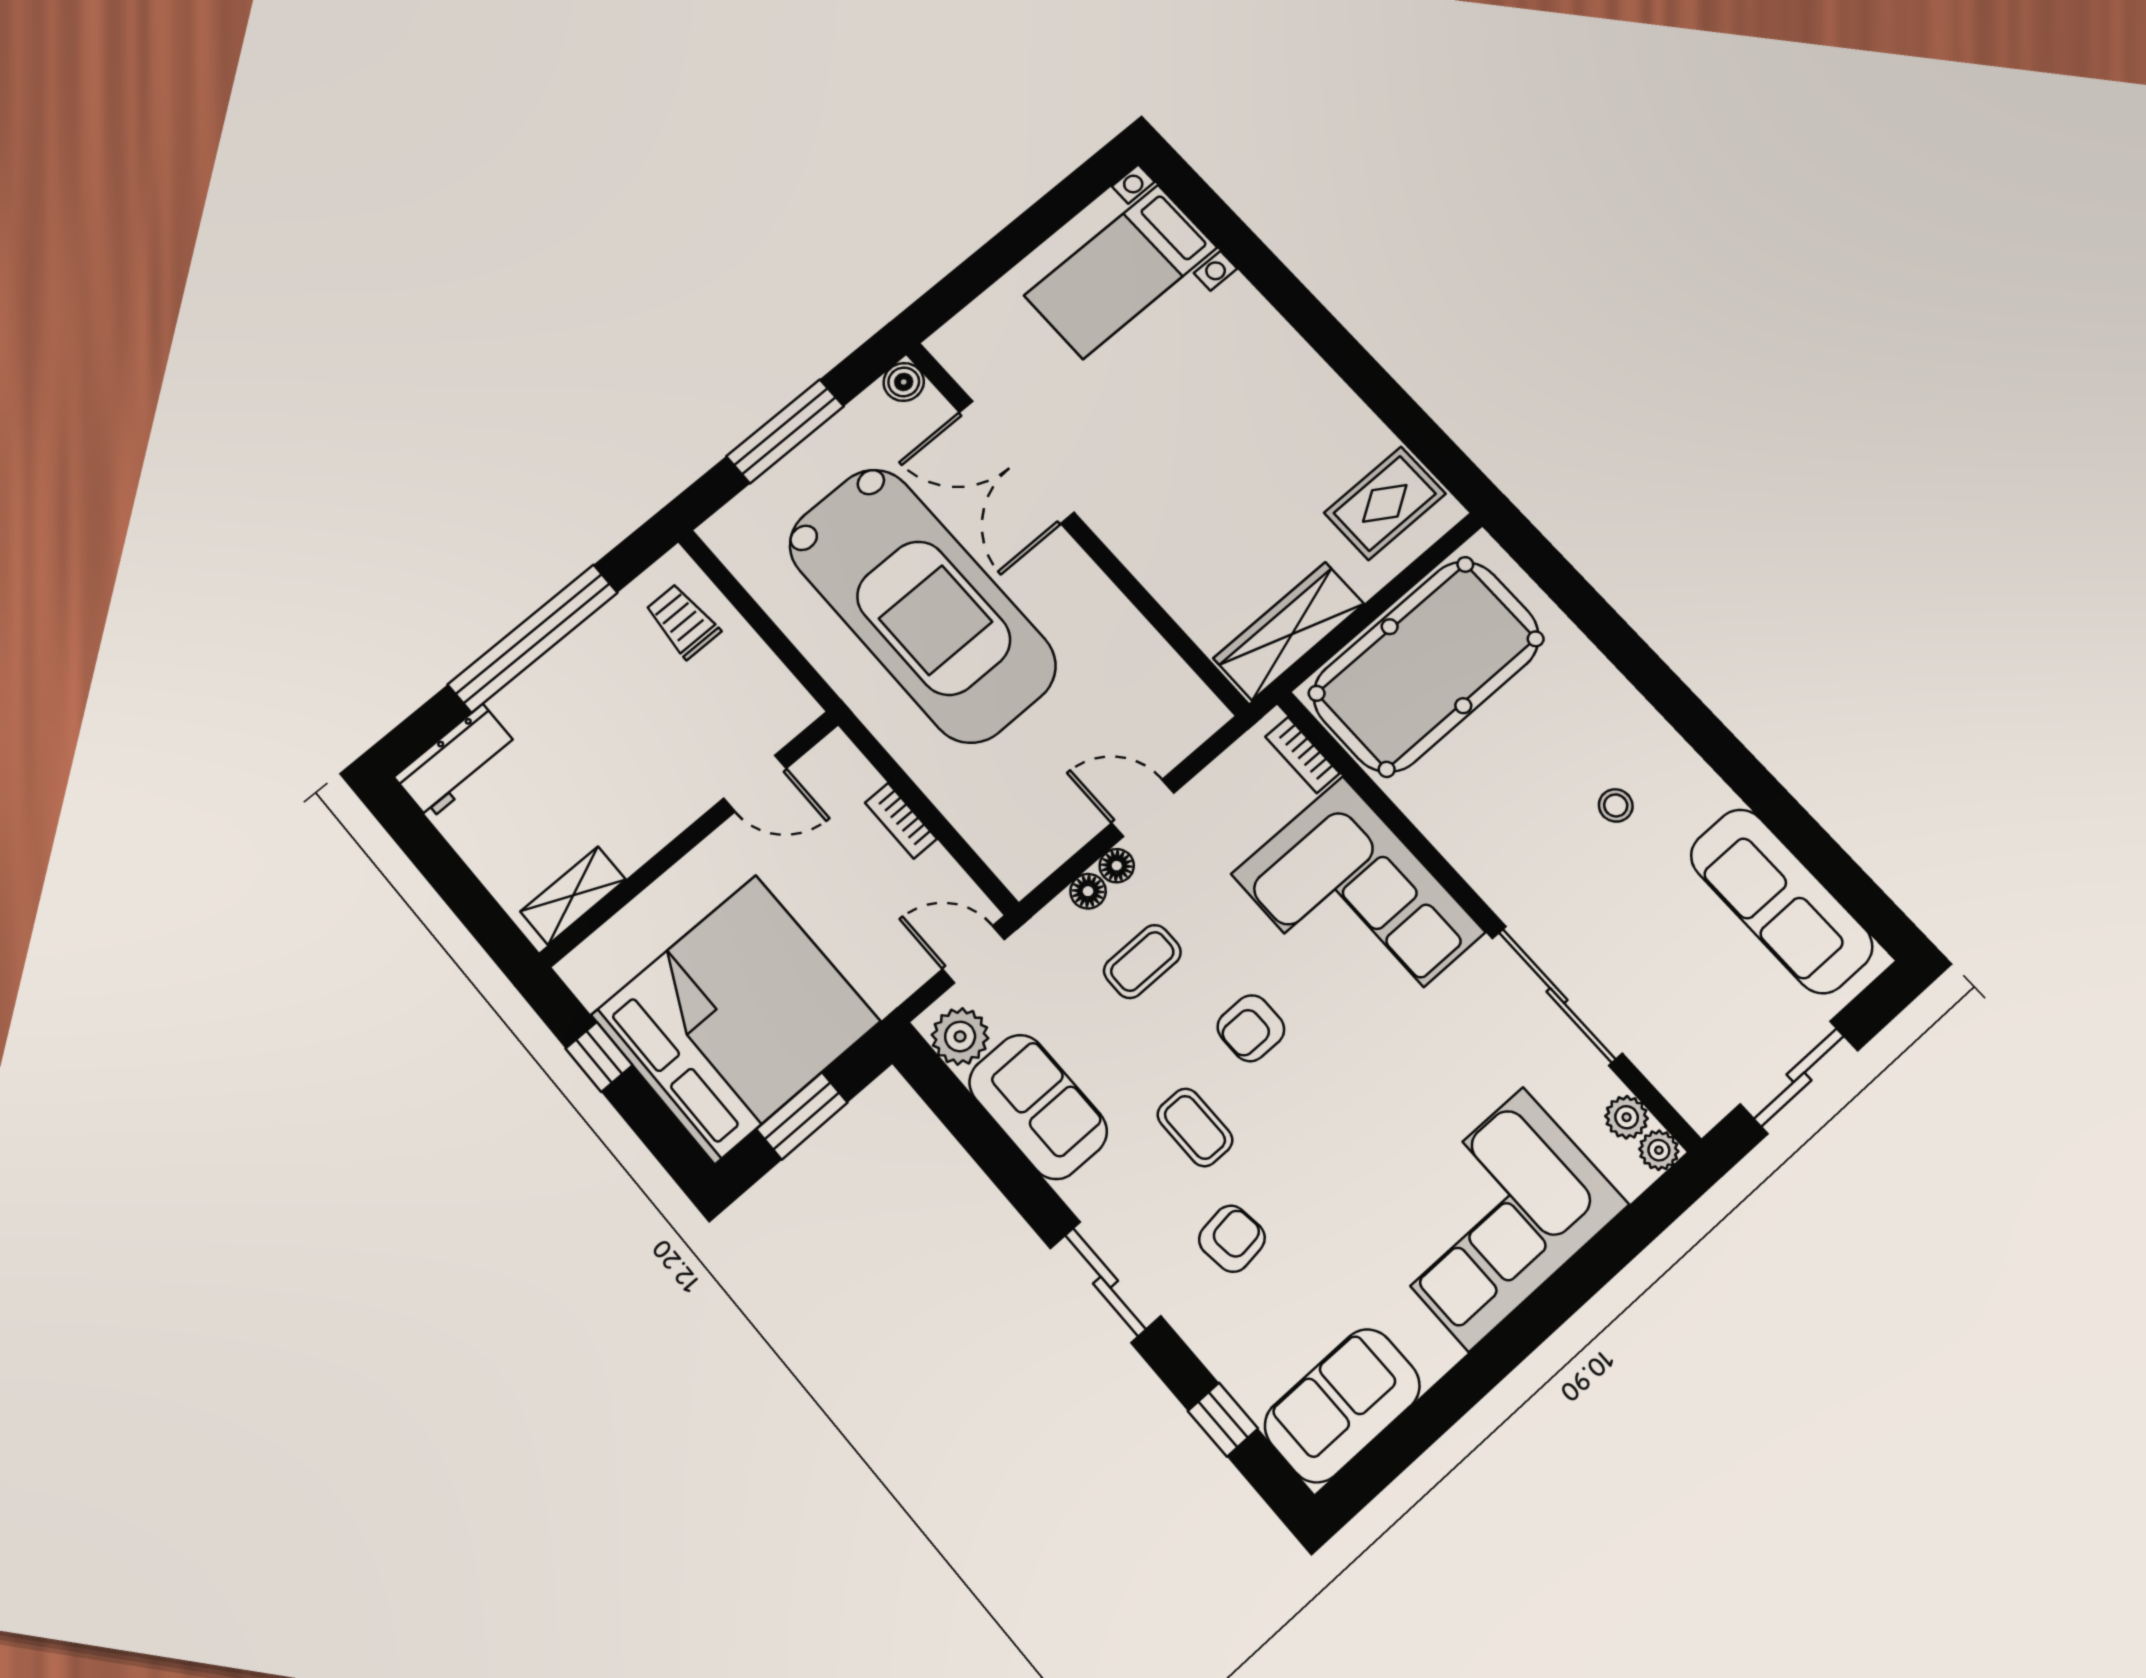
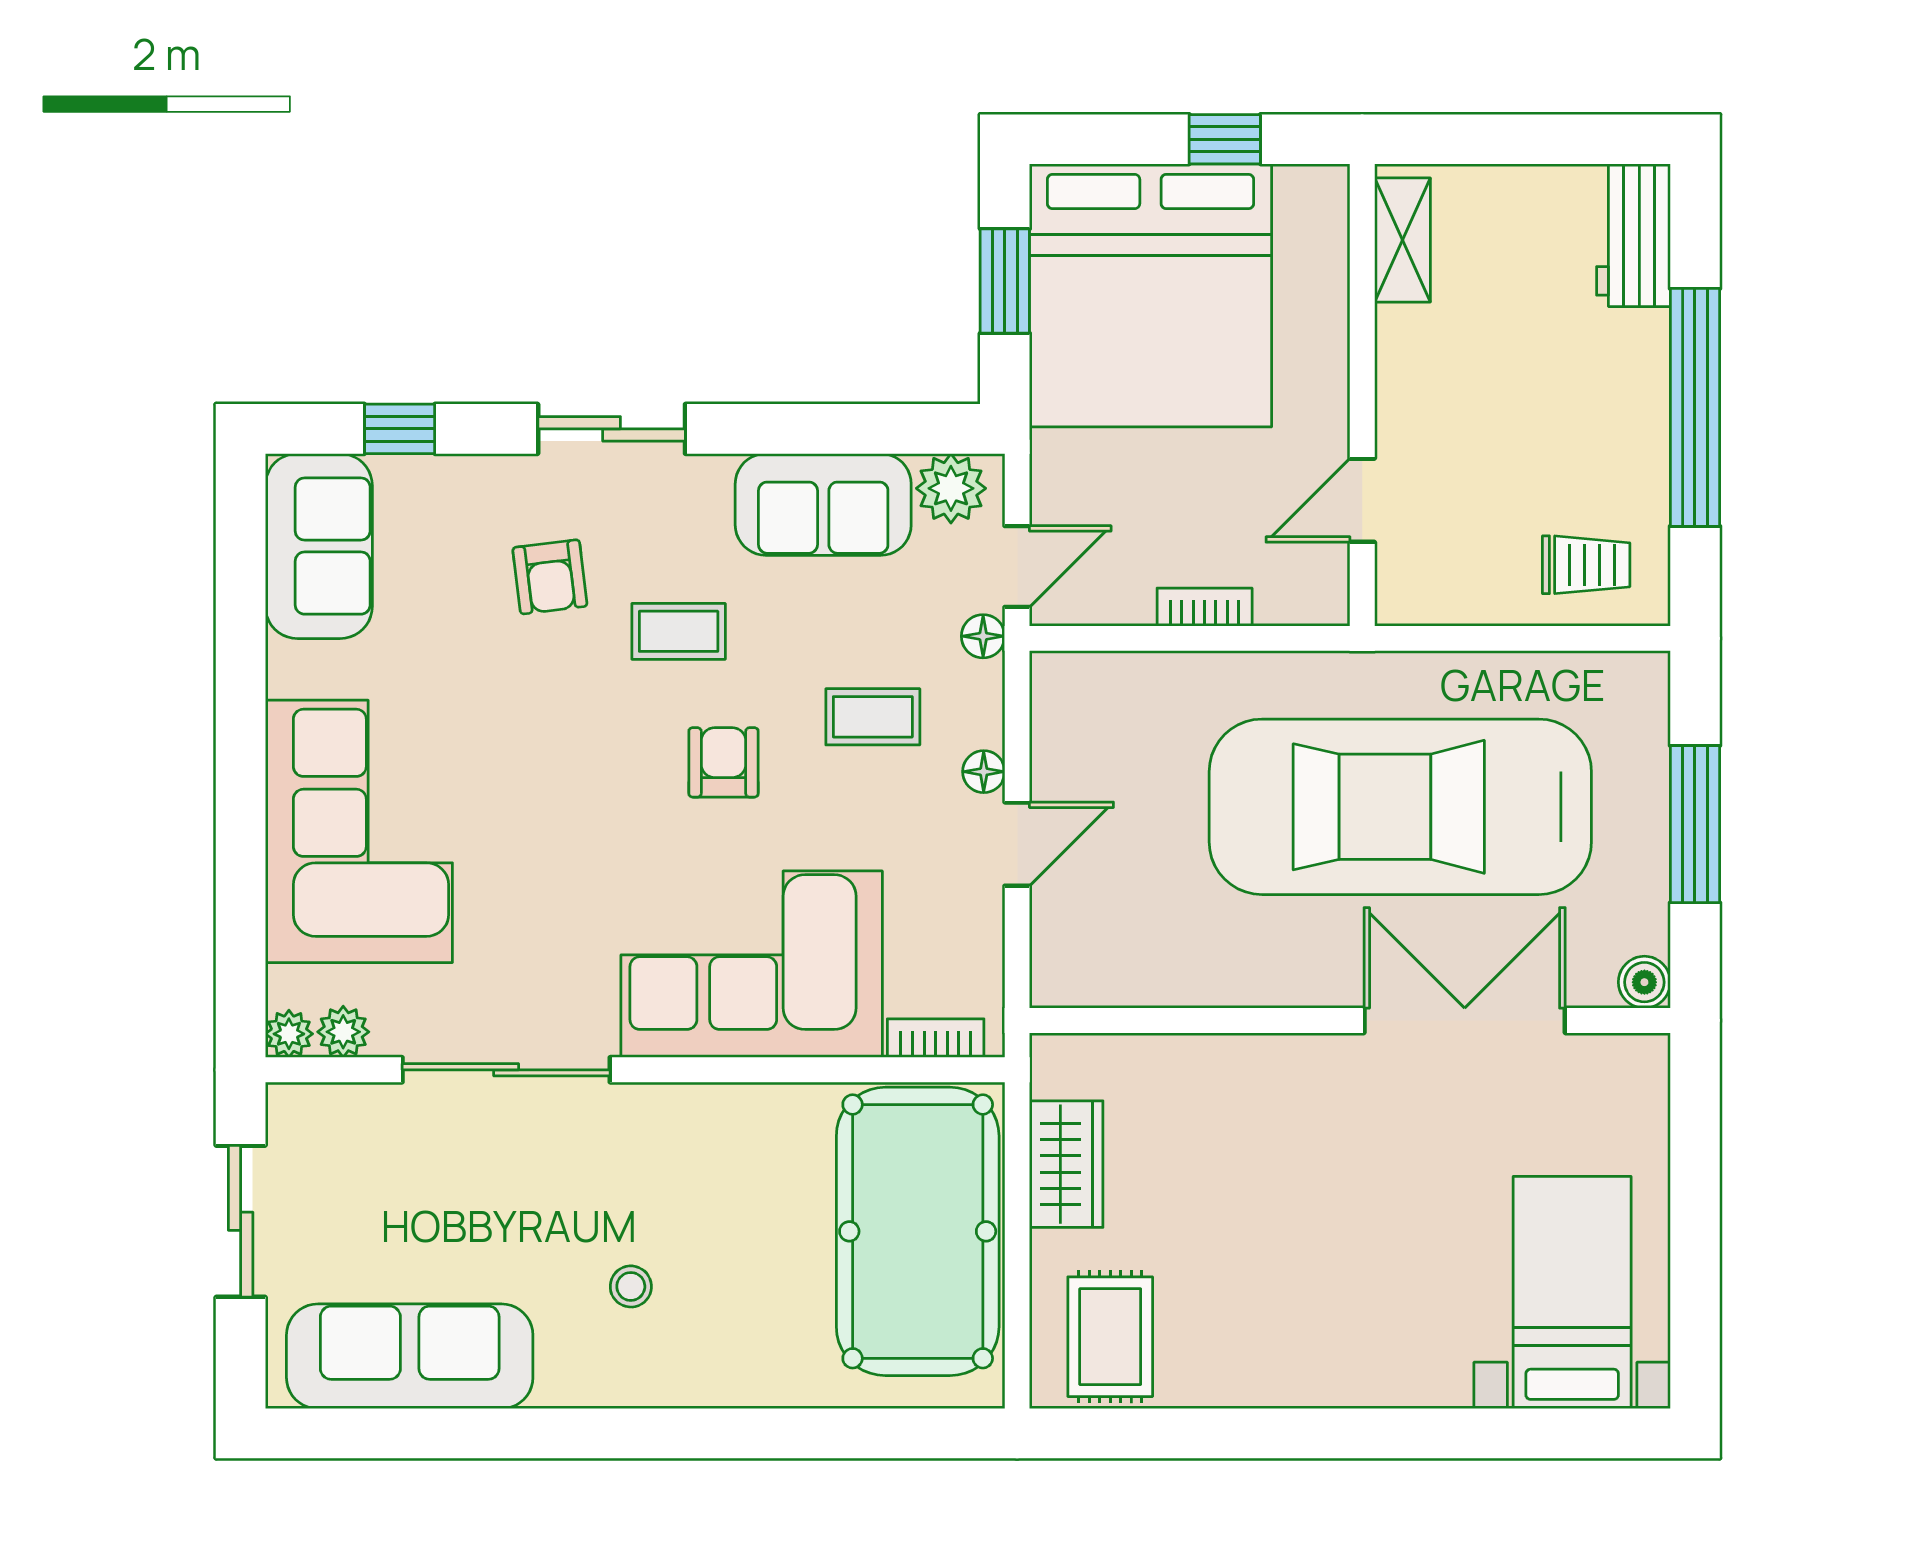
wardrobe: (1289, 631) -> (1066, 1164), width x0.67
floor lamp: (1088, 891) -> (983, 636), moved
coffee table: (1142, 961) -> (873, 717), turned 90

